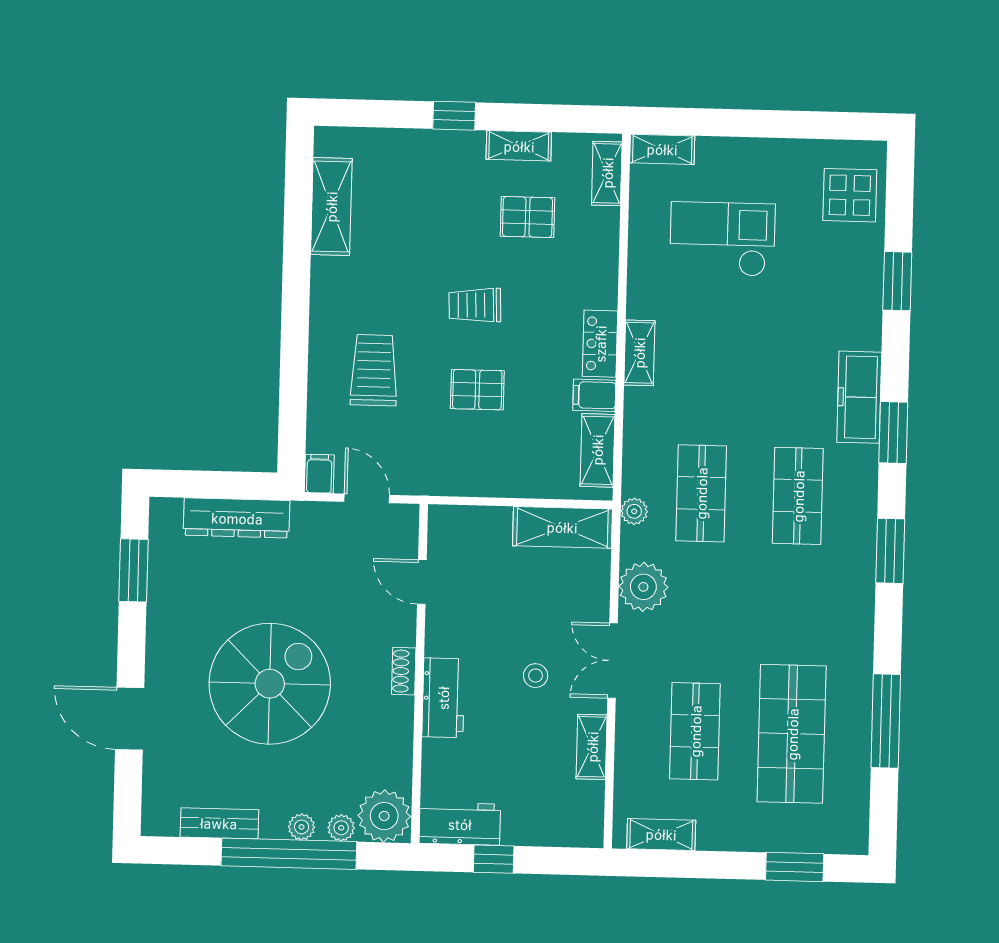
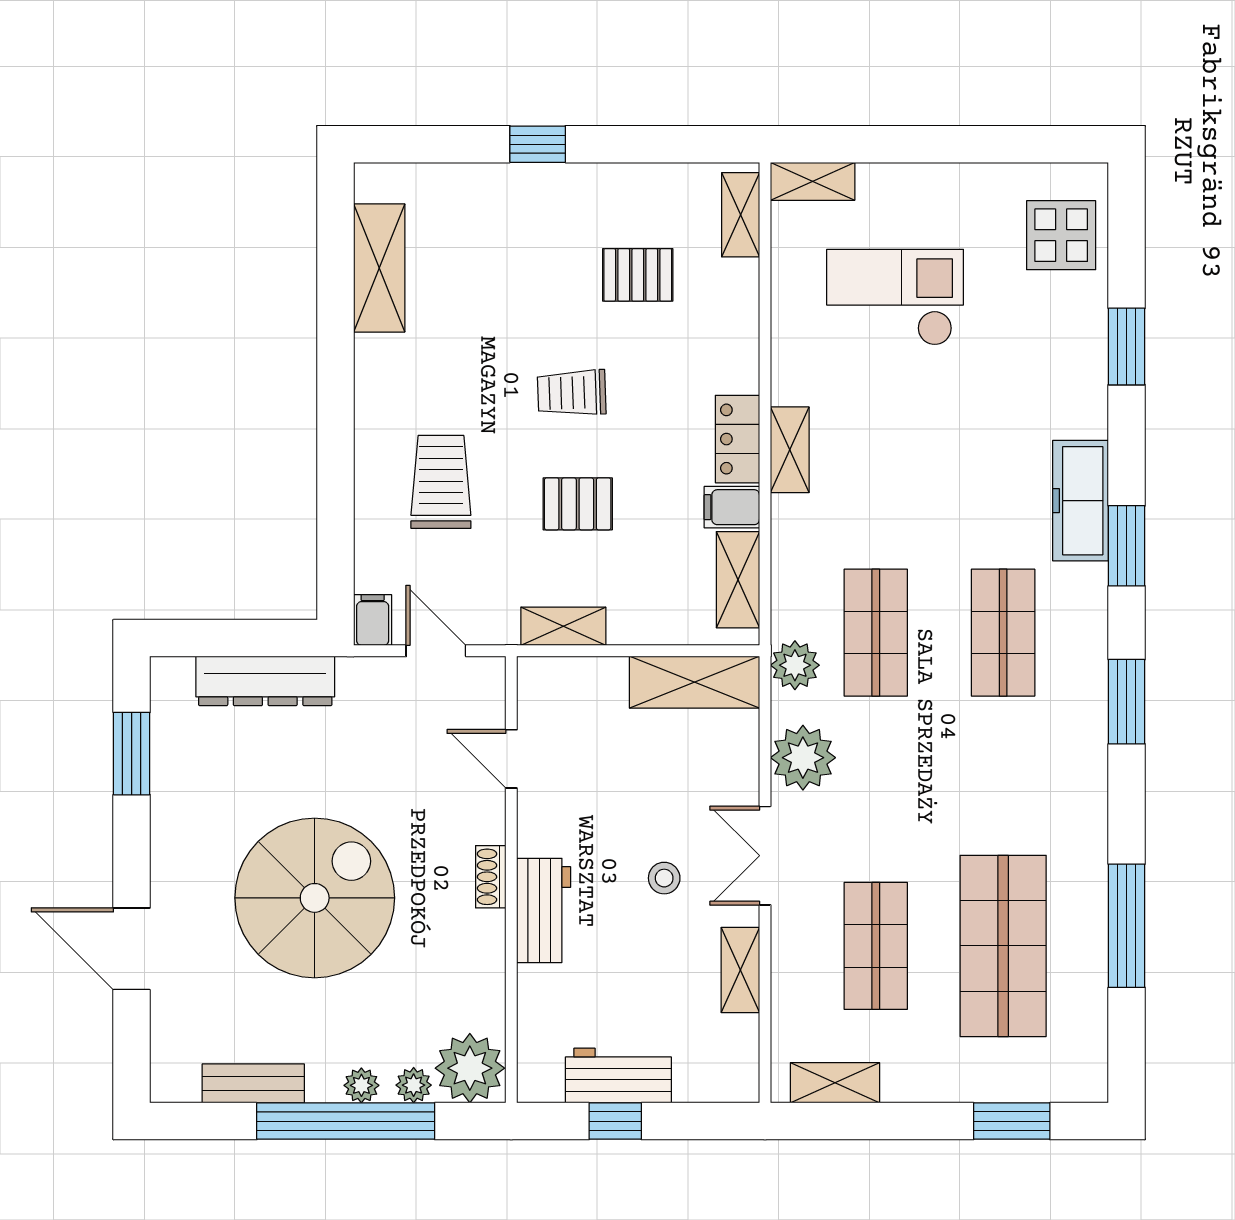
shelving: (519, 146) -> (563, 626), moved
plant: (634, 511) -> (795, 665), width x1.38, depth x1.38
workbench: (460, 824) -> (618, 1076), moved

